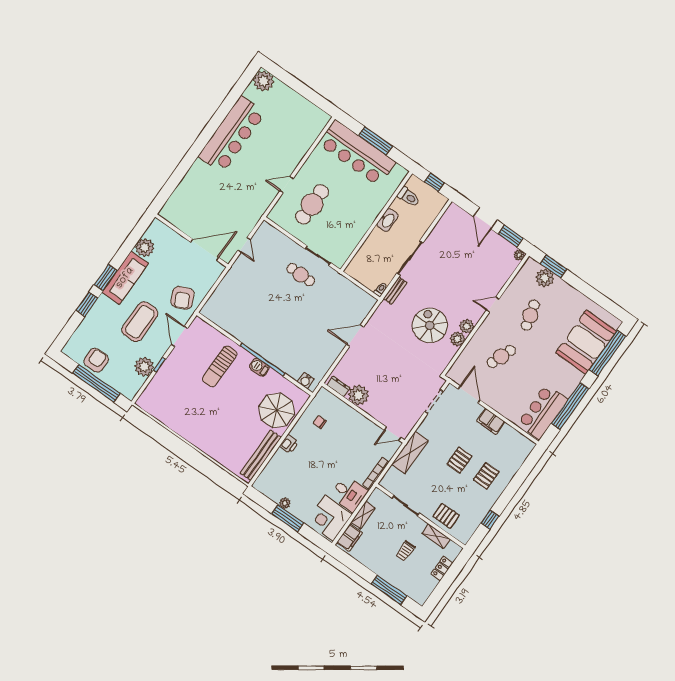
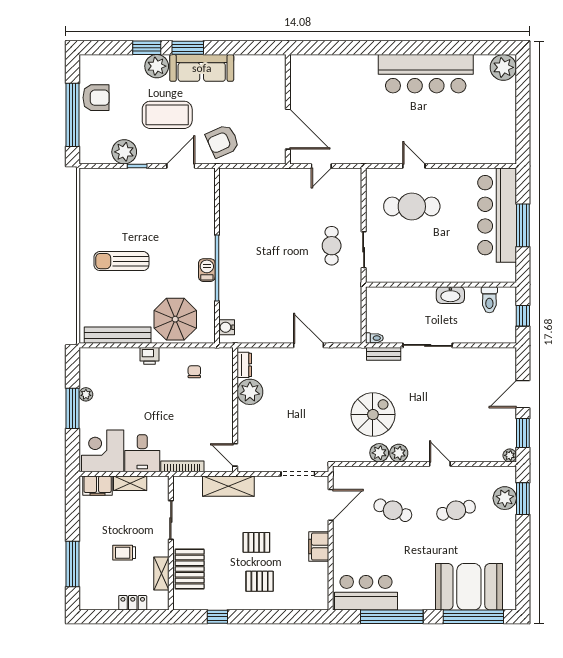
plant: (145, 248) -> (157, 66), moved
sun lounger: (220, 366) -> (121, 261), moved
pallet: (446, 516) -> (190, 569), width x1.50, depth x1.42

